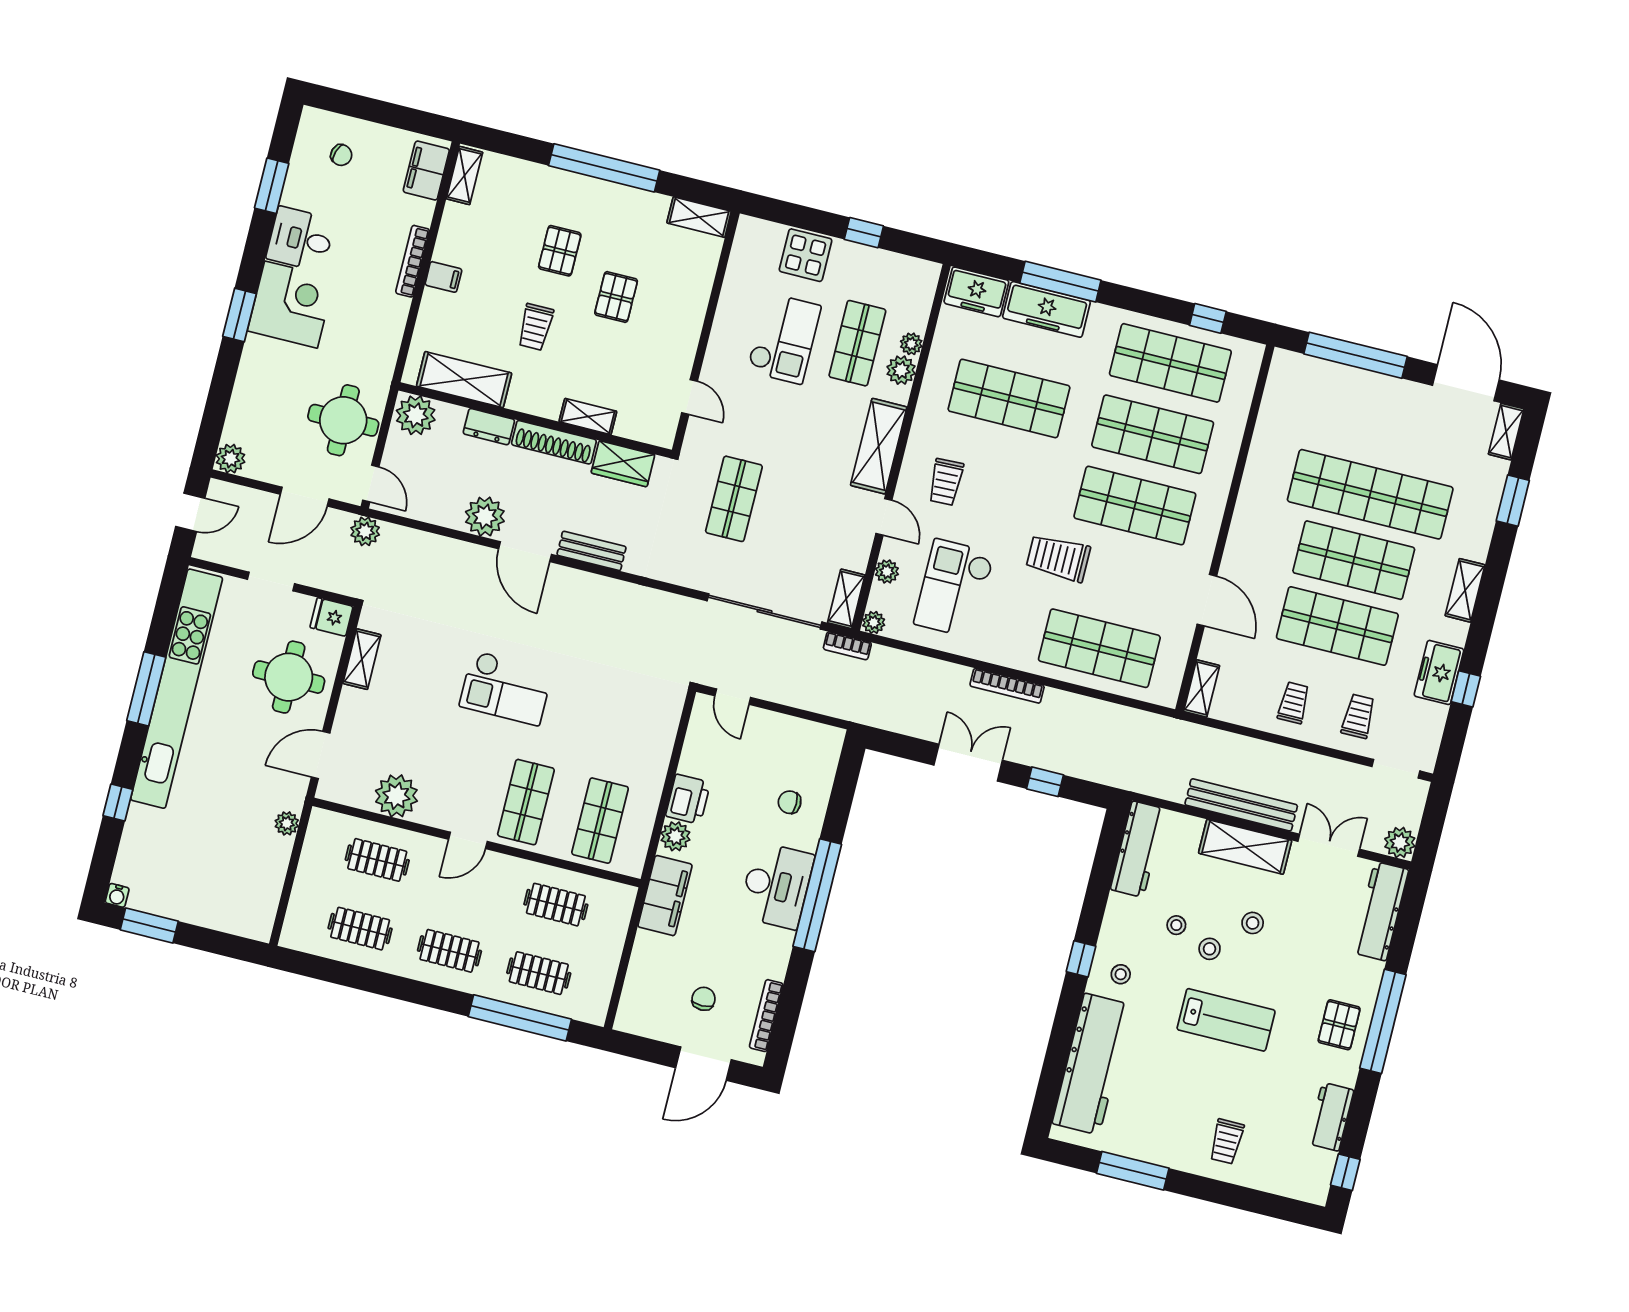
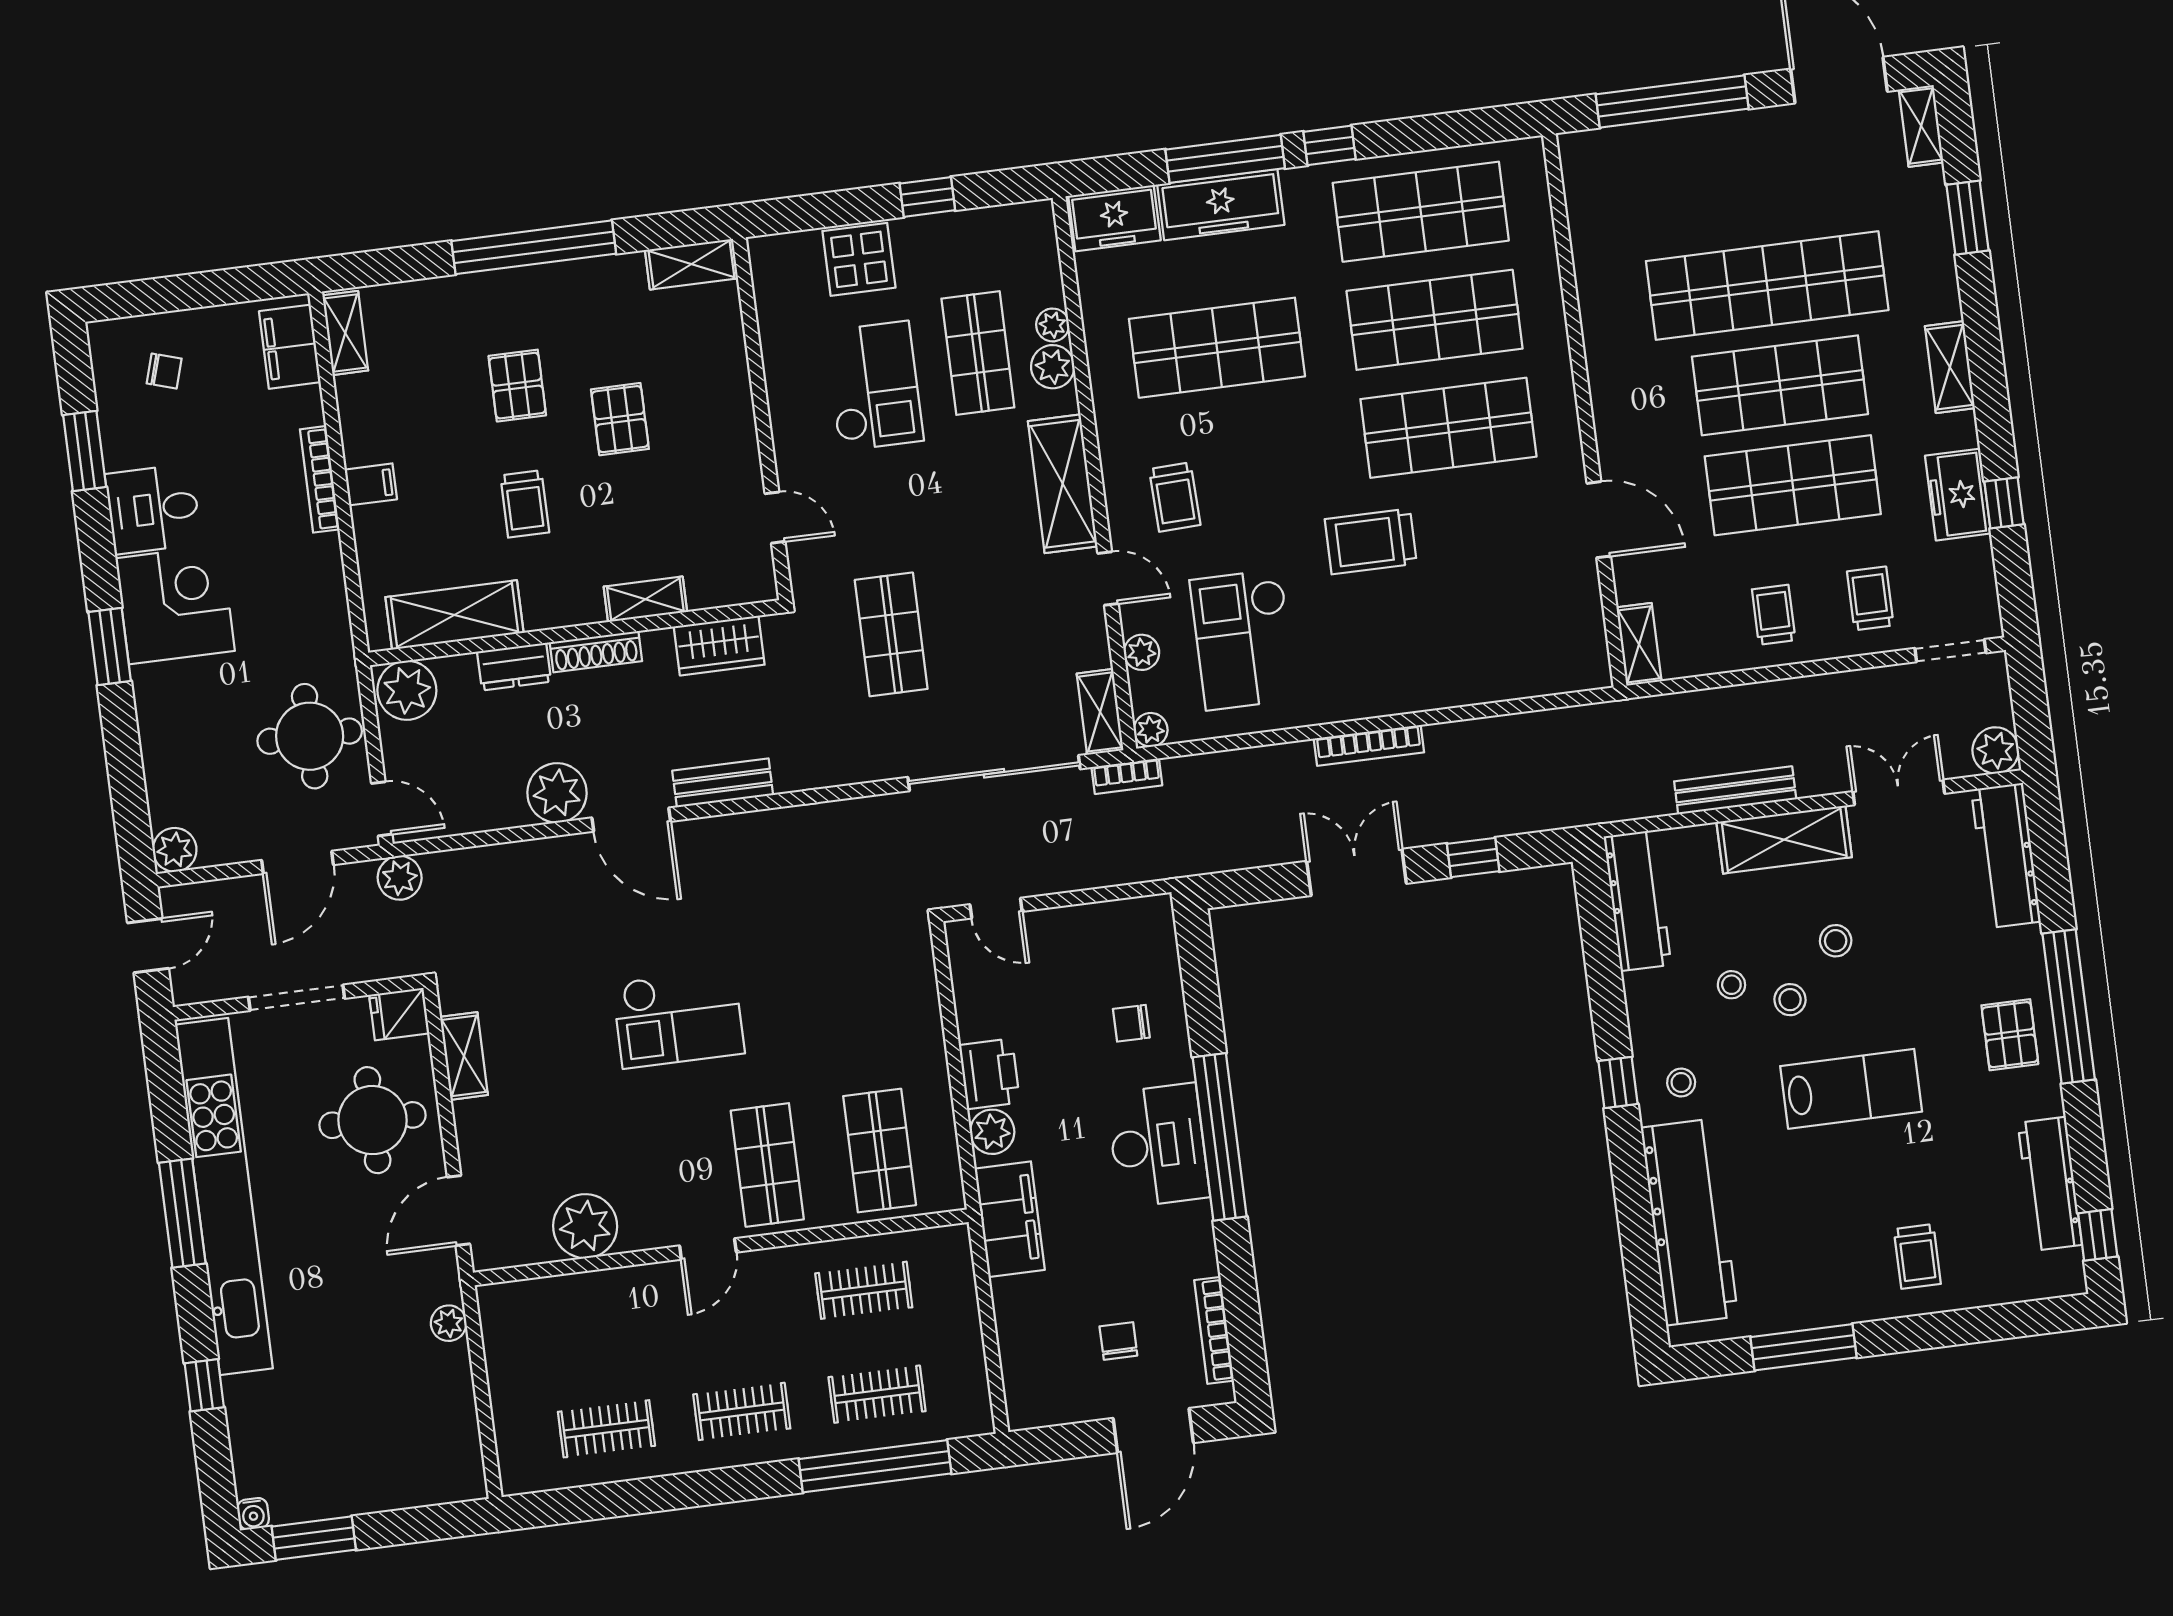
window: (1208, 318) -> (1330, 145), moved
shoe rack: (554, 442) -> (596, 652), width x0.74, depth x0.81
doorway: (271, 581) -> (297, 998), width x1.38
shop shelf: (1099, 648) -> (1476, 644), removed
bench: (1241, 805) -> (1735, 790), width x0.73, depth x0.82
clothes rail: (377, 860) -> (593, 1325), removed
workbench: (1331, 1117) -> (2050, 1184), width x1.38

